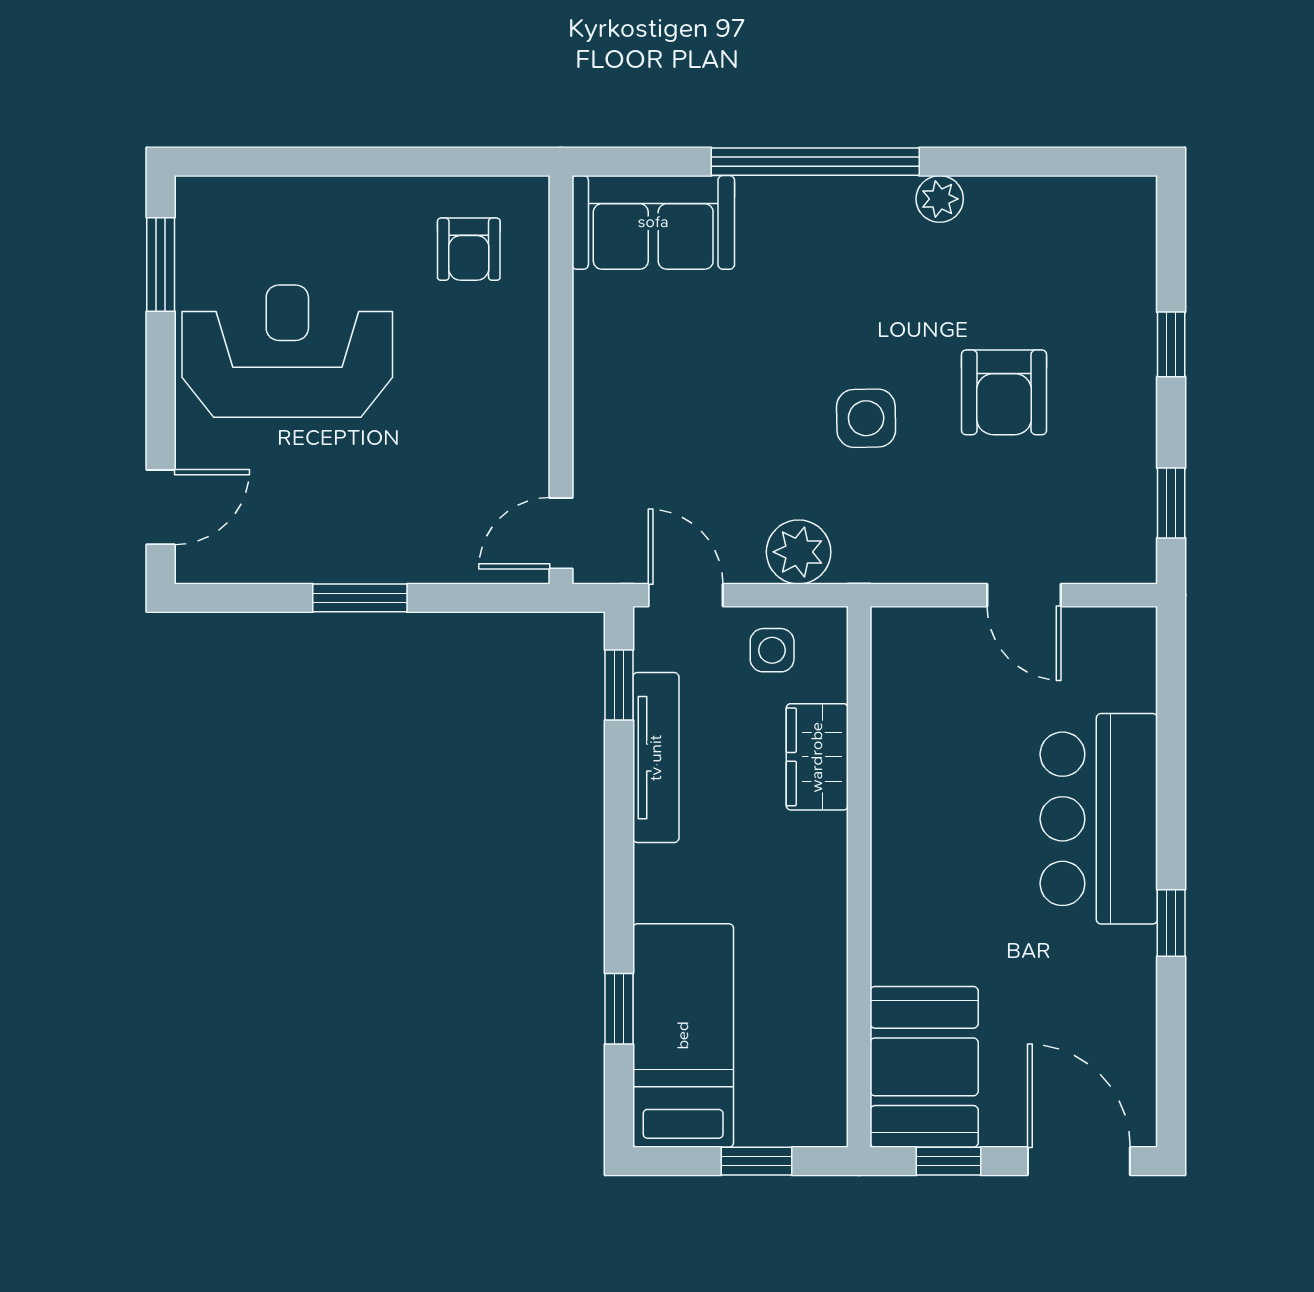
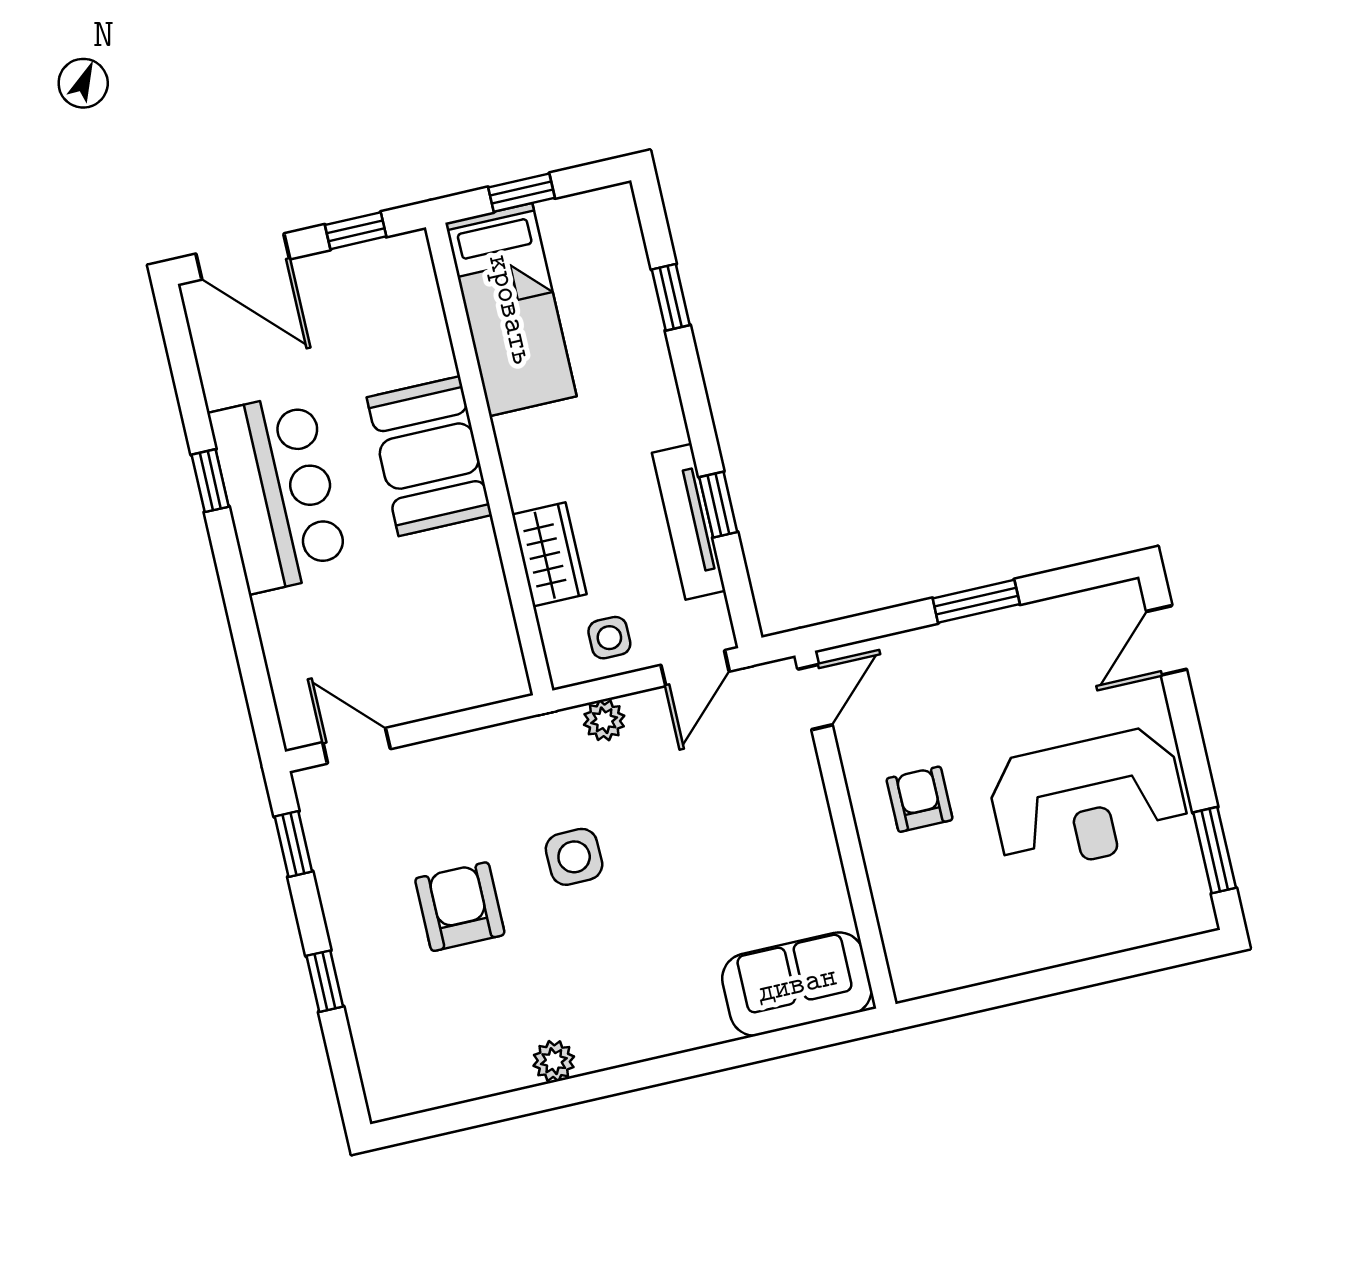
window: (815, 162) -> (669, 1069), removed
armchair: (469, 249) -> (920, 799), moved
plant: (799, 552) -> (604, 720), width x0.73, depth x0.73
door: (686, 595) -> (695, 668), hinge flipped
door: (1024, 595) -> (357, 746), moved
window: (619, 685) -> (718, 505), moved
bar counter: (1099, 819) -> (279, 492), moved
bed: (683, 1035) -> (511, 310), moved
booth: (924, 1067) -> (429, 456), moved

